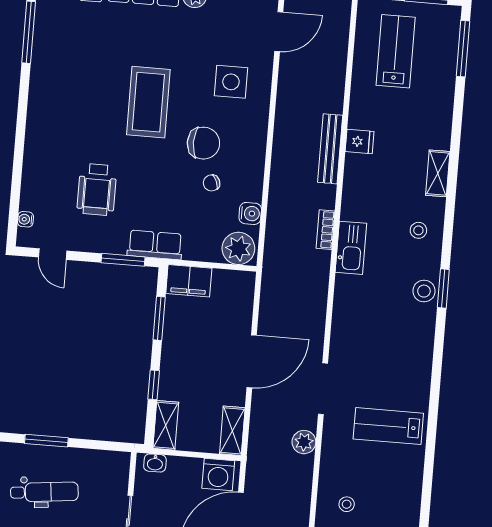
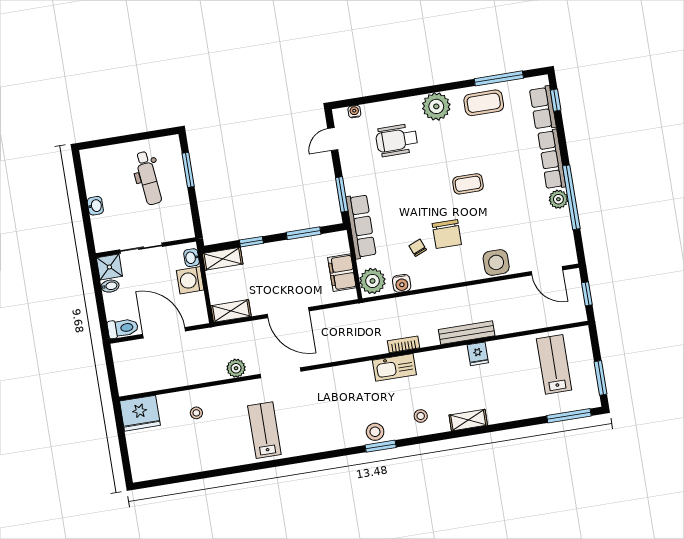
lab bench: (396, 51) -> (554, 364), turned -90
coffee table: (54, 58) -> (484, 103), added
side table: (231, 82) -> (496, 262), moved
coffee table: (148, 102) -> (468, 184), width x0.54, depth x0.58
plant: (44, 117) -> (436, 106), added
wheelchair: (97, 190) -> (397, 140), moved
row of seats: (155, 245) -> (361, 226), width x1.48
filing cabinet: (189, 281) -> (342, 273), moved
washing machine: (218, 475) -> (190, 280), moved

